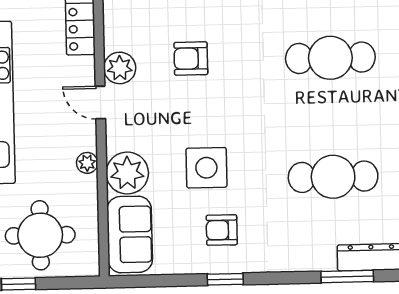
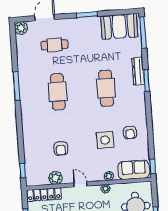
plant: (120, 68) -> (56, 178), moved
door: (100, 103) -> (81, 184), swing flipped
plant: (127, 173) -> (109, 176), width x0.53, depth x0.53
window: (225, 279) -> (153, 166), moved

